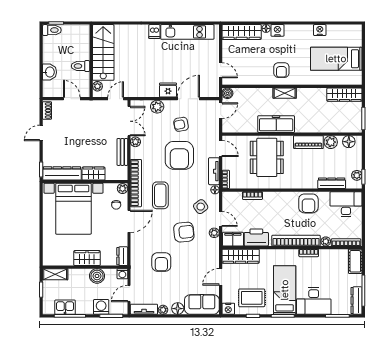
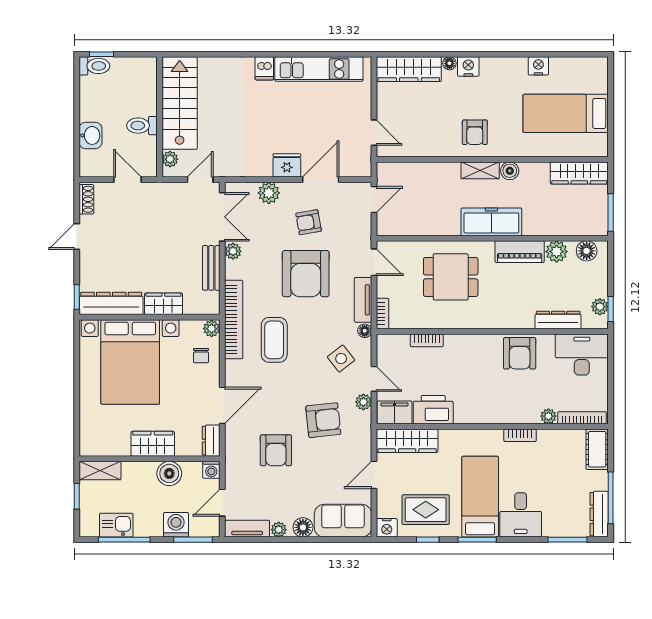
boiler: (227, 93) -> (510, 171), moved
freezer: (276, 124) -> (491, 222), moved
dining table: (267, 157) -> (451, 277), width x0.73
door: (129, 221) -> (222, 405), moved
armchair: (184, 232) -> (323, 420), moved
bookcase: (296, 241) -> (499, 415), removed
desk: (314, 301) -> (521, 515), width x0.73

